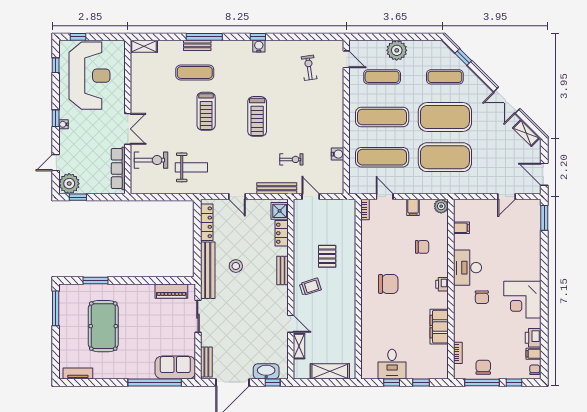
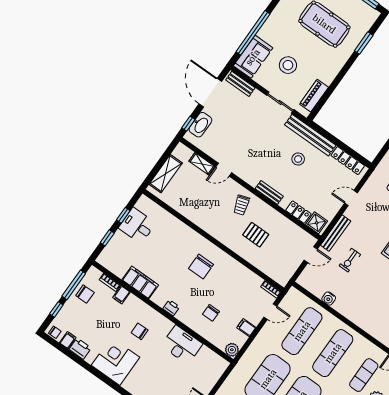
filing cabinet: (461, 228) -> (121, 295), moved
desk: (467, 268) -> (182, 345), moved
stool: (161, 332) -> (288, 65), added

